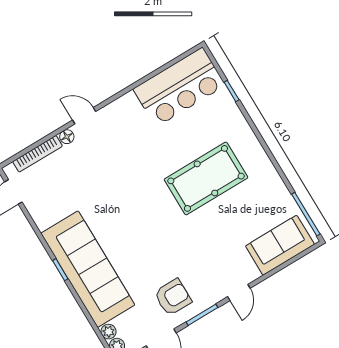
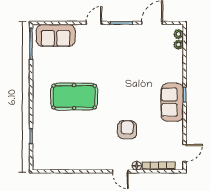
bar counter: (179, 87) -> (59, 156), removed
sofa: (88, 269) -> (172, 102), width x0.54, depth x0.79
armchair: (173, 297) -> (127, 130), moved, turned 90

